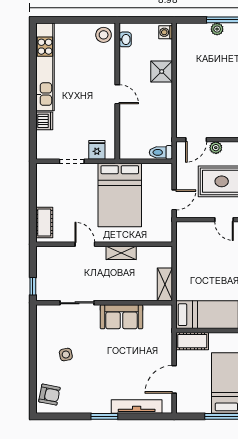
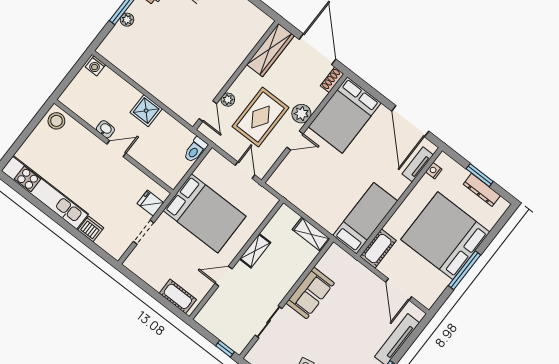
washbasin: (125, 39) -> (105, 129), moved
shower: (162, 72) -> (146, 111), moved

